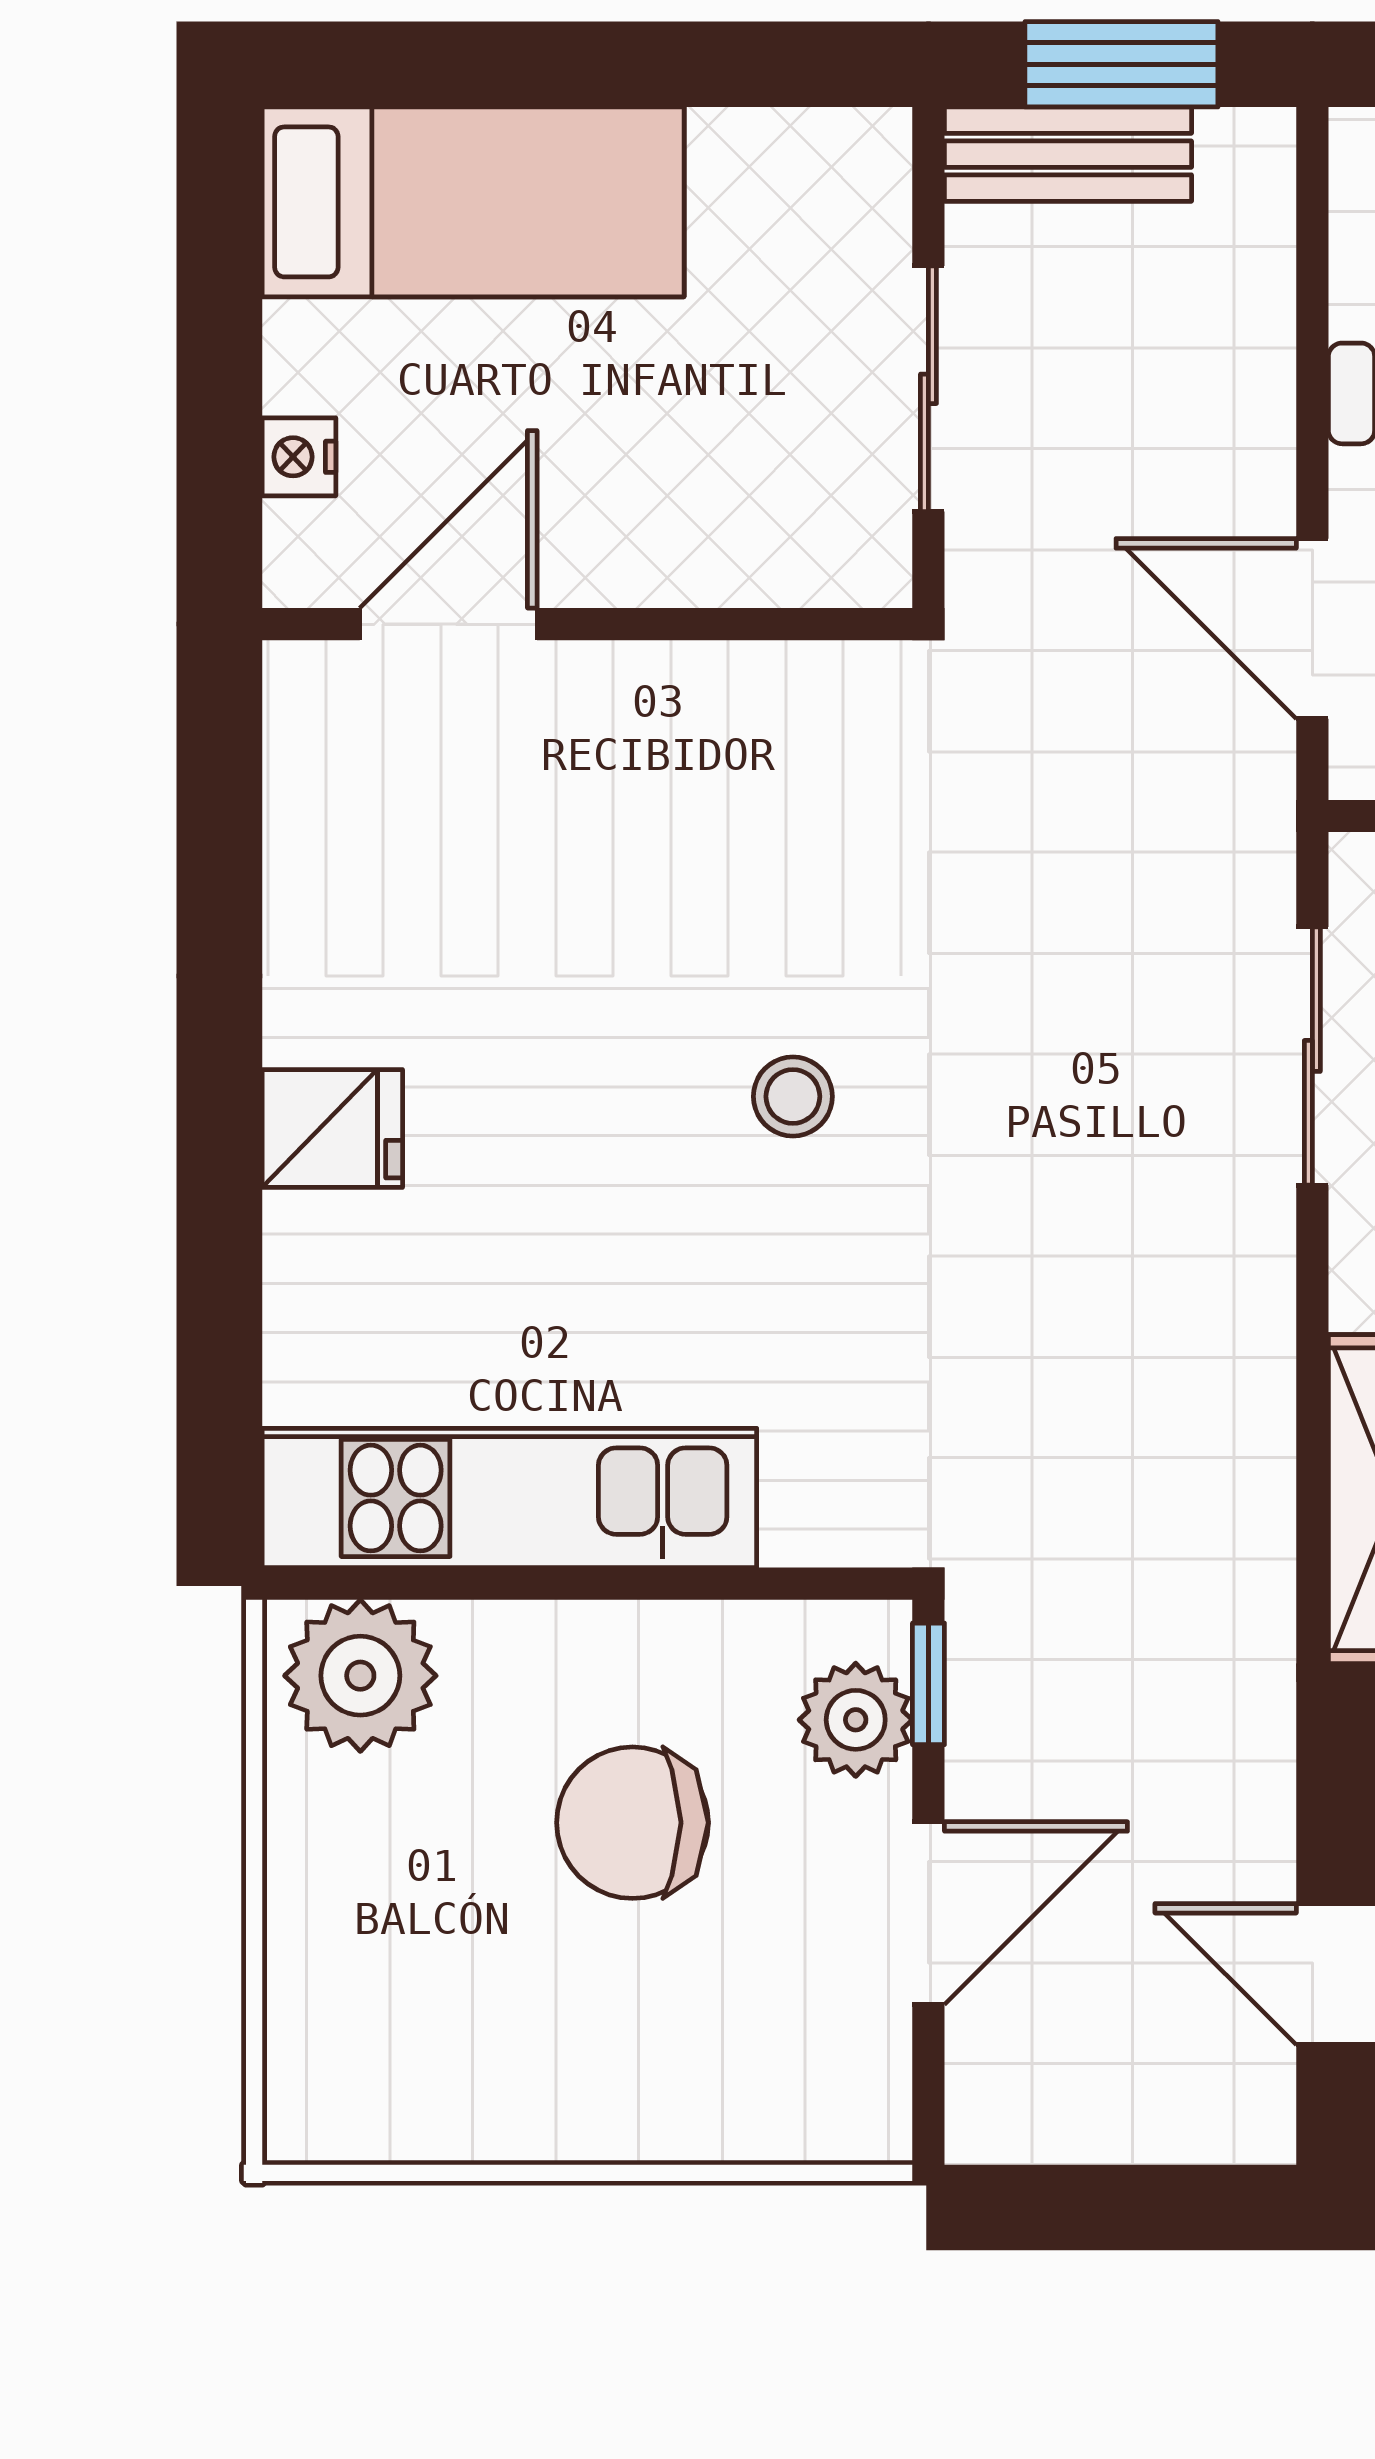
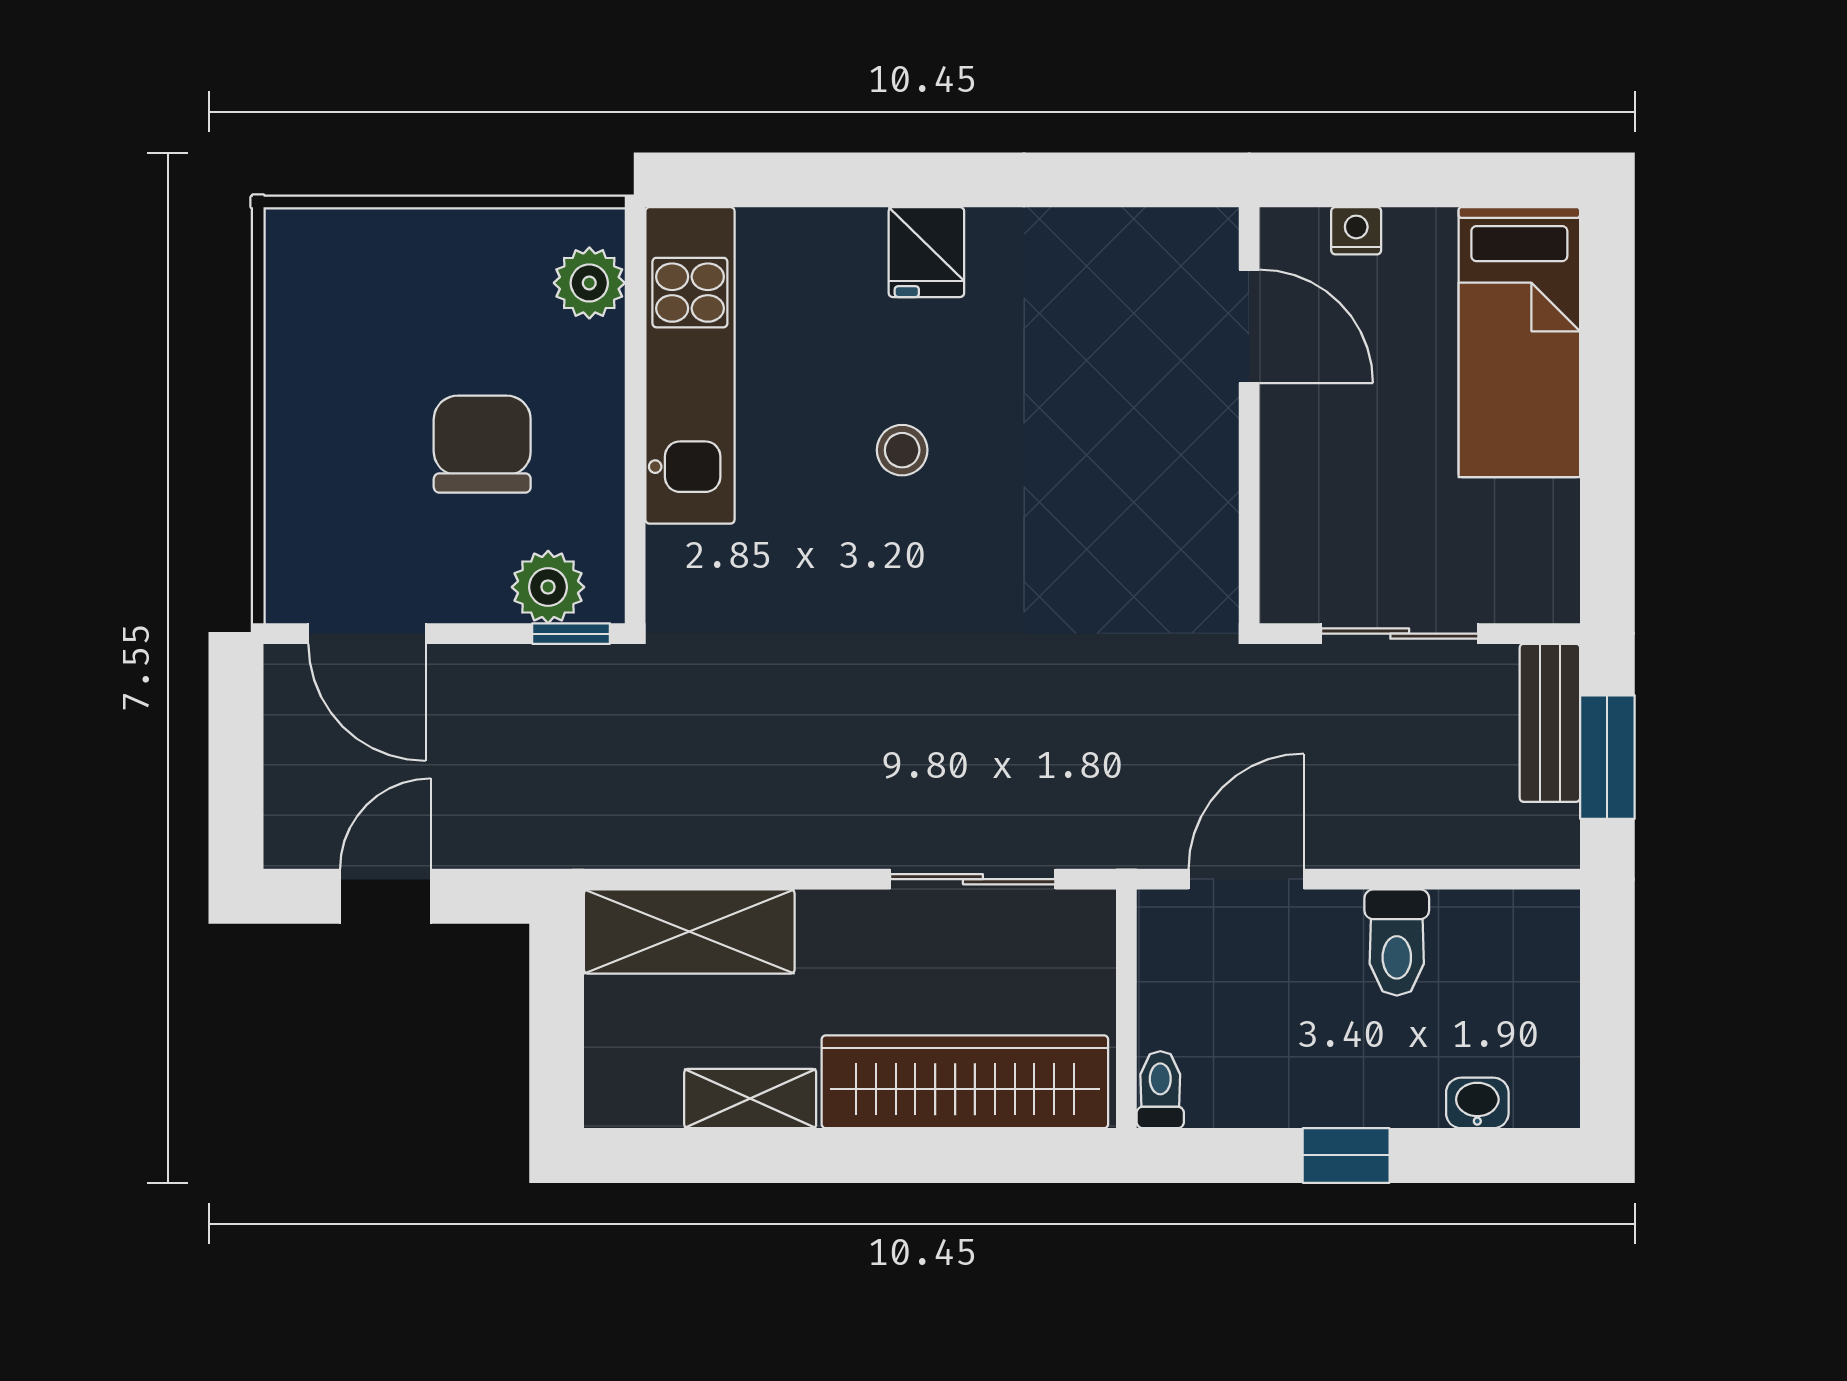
stool: (793, 1096) -> (902, 450), moved
plant: (360, 1676) -> (589, 283), width x0.73, depth x0.73
door: (928, 1913) -> (367, 634), moved

